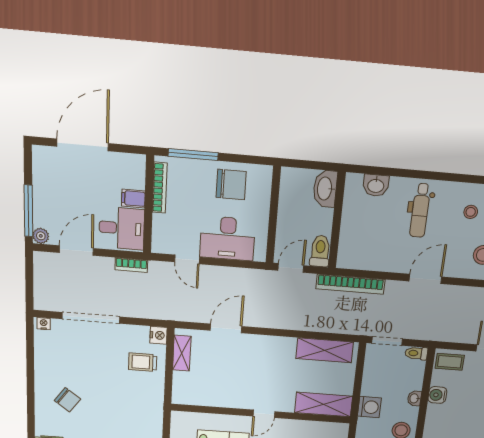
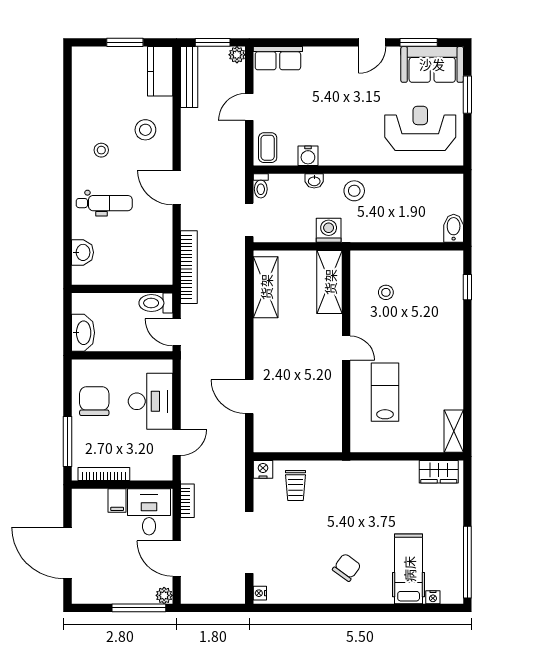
washbasin: (325, 189) -> (83, 333), moved, turned -90
shelving: (182, 353) -> (282, 443), removed

